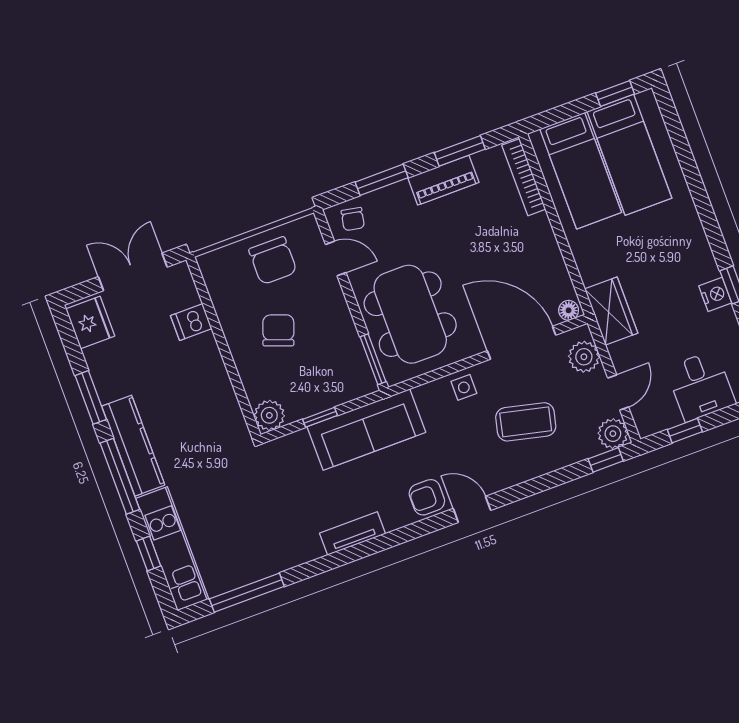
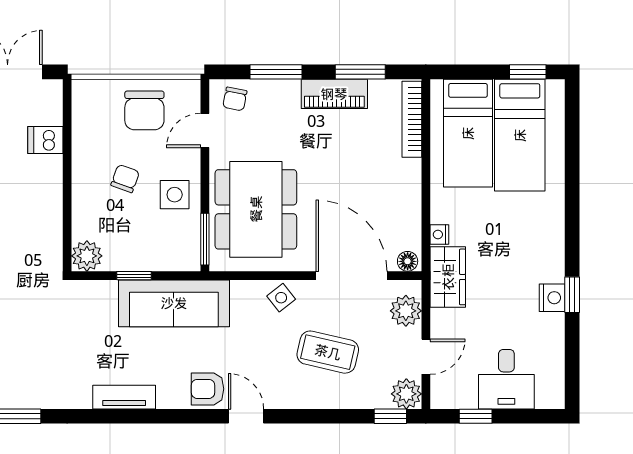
door: (336, 258) -> (205, 130), swing flipped
nightstand: (589, 275) -> (439, 234), added
side table: (330, 328) -> (175, 195), added
chair: (278, 330) -> (125, 179), width x0.73, depth x0.73
side table: (464, 387) -> (281, 298), turned -38

